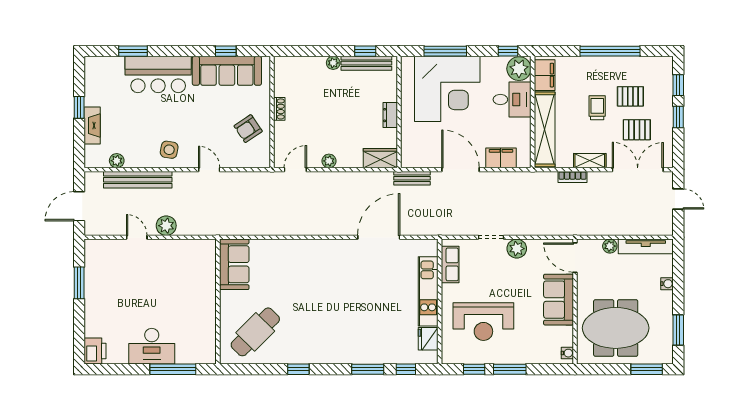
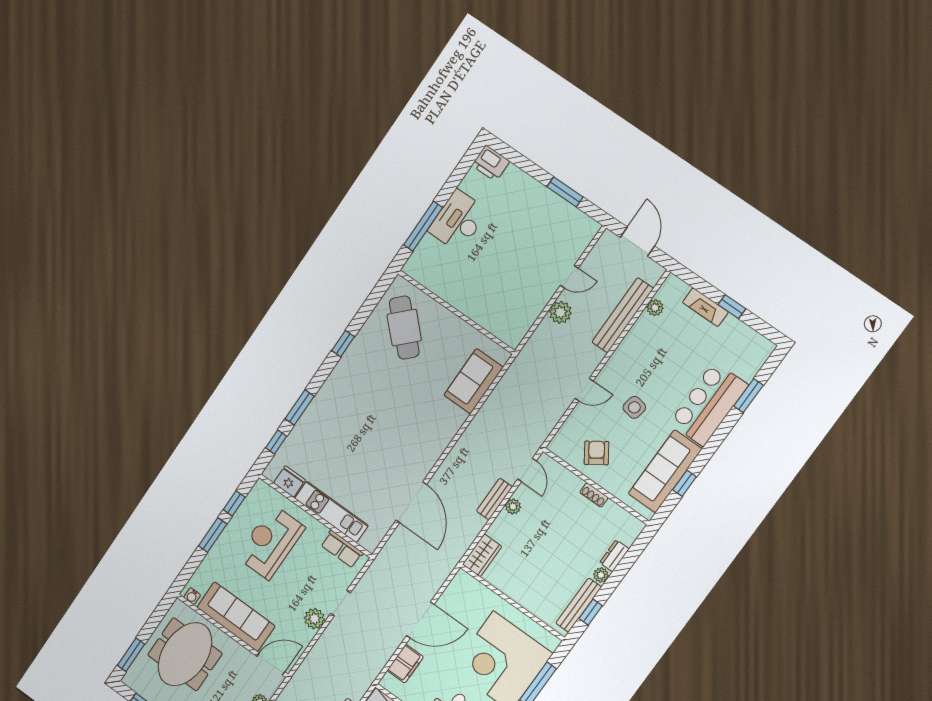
dresser: (390, 115) -> (614, 556), moved, turned -90
side table: (169, 150) -> (634, 407), moved
bench: (412, 178) -> (494, 499), moved
sofa: (234, 264) -> (474, 381), moved, turned 90
sofa: (559, 300) -> (236, 617), width x1.36

